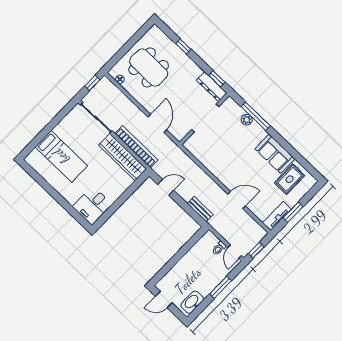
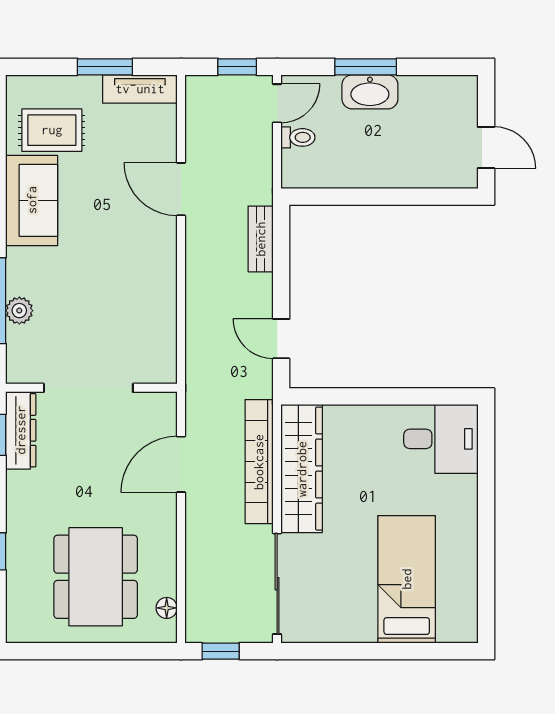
washbasin: (192, 302) -> (370, 92), moved

